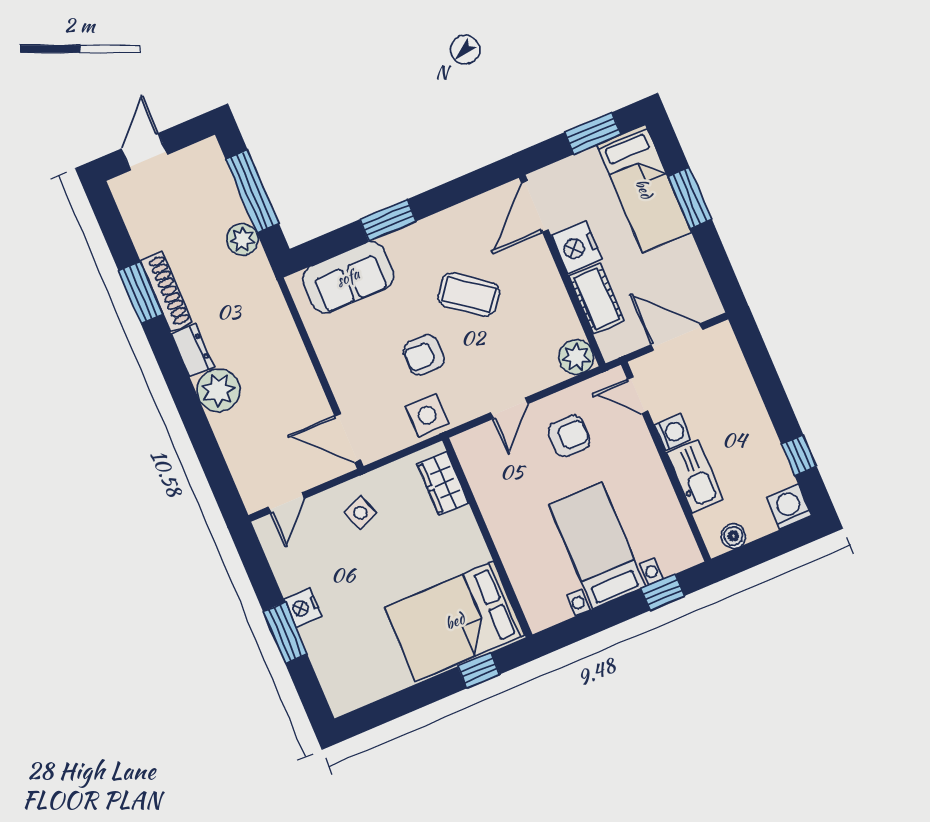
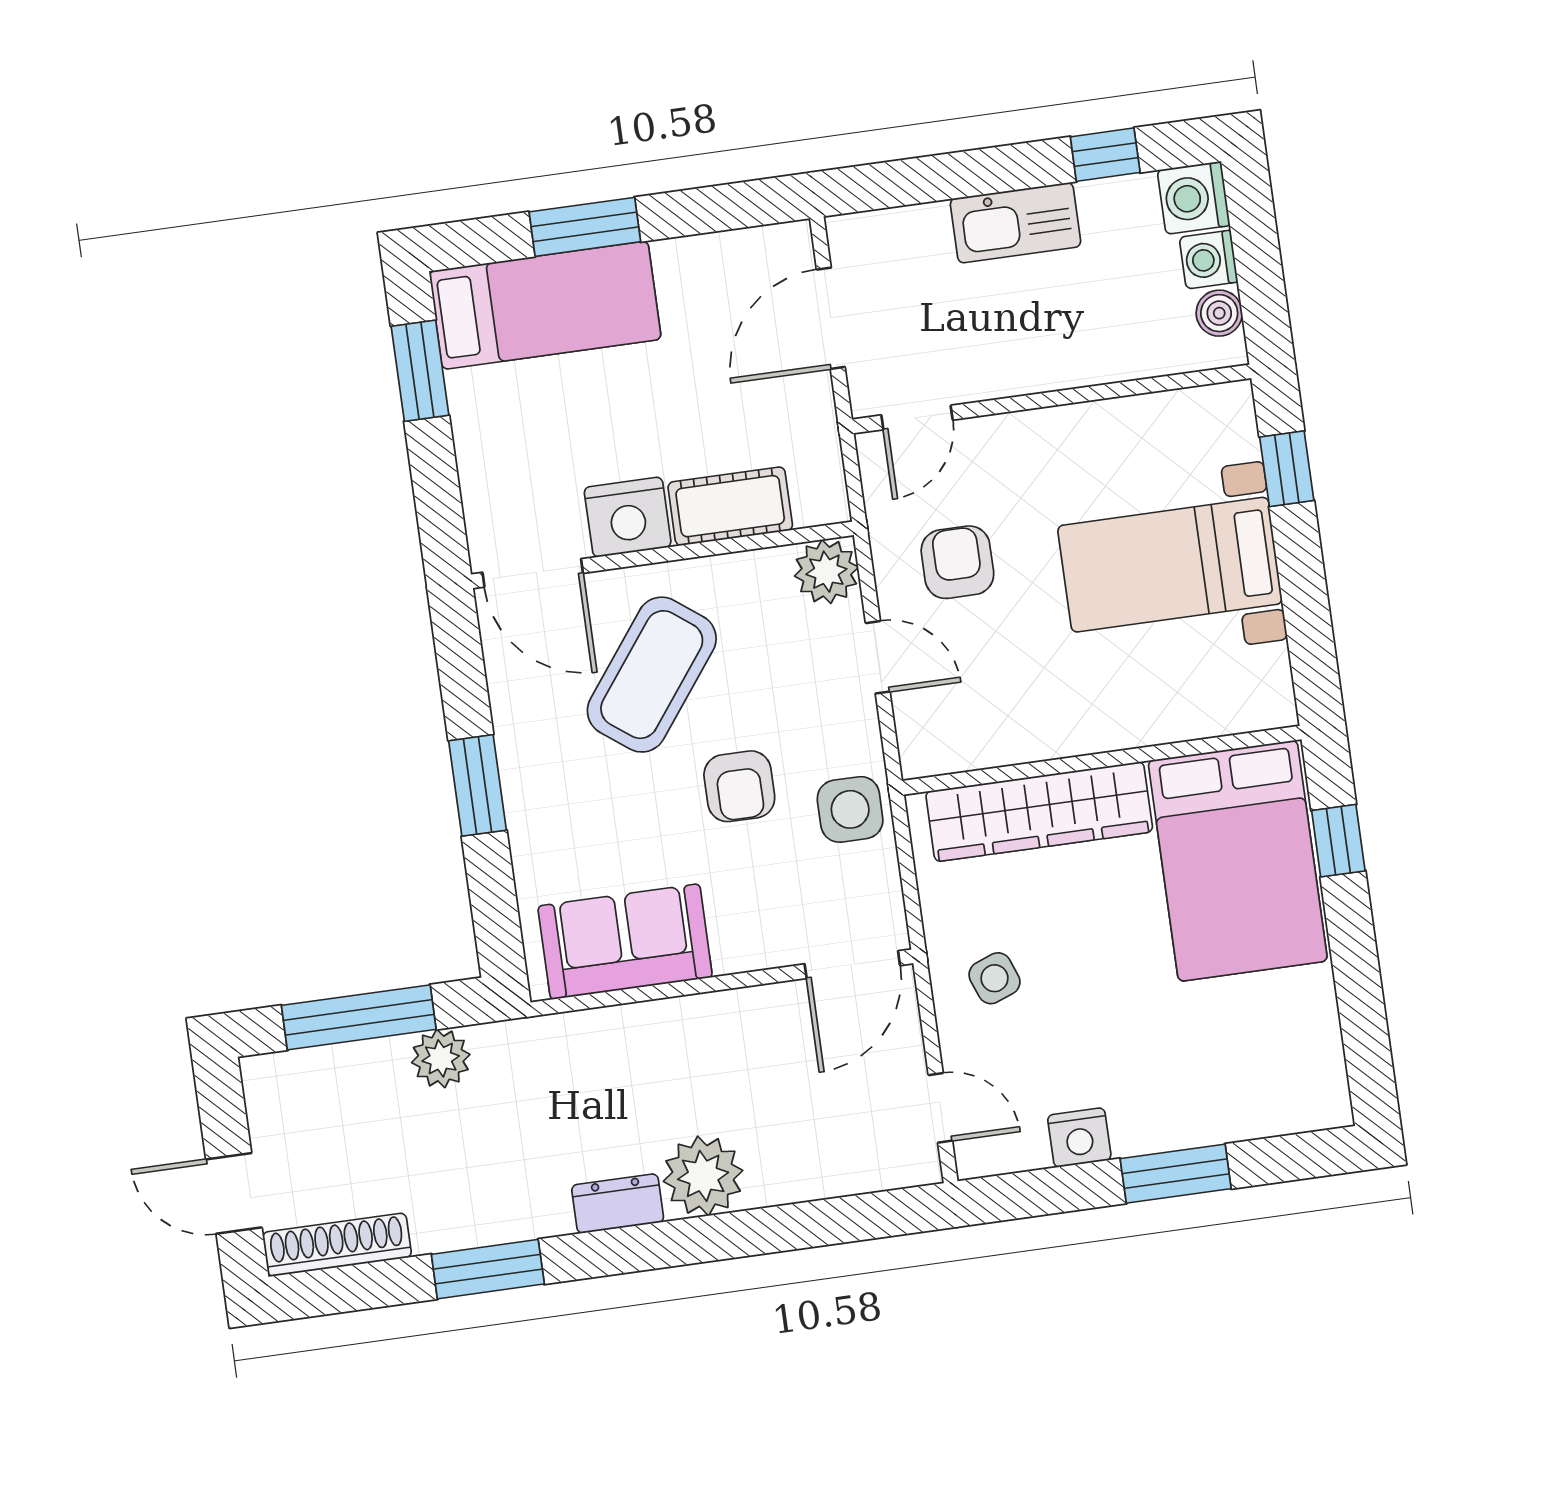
door: (535, 206) -> (533, 573), moved
nightstand: (577, 247) -> (628, 517), moved
wall: (562, 271) -> (662, 555), moved
sofa: (348, 277) -> (625, 942), moved, turned -90
shoe rack: (166, 292) -> (337, 1245), moved
coffee table: (469, 294) -> (652, 675), width x1.36, depth x1.32
cot: (597, 299) -> (730, 506), moved
plant: (576, 357) -> (826, 572), moved
washing machine: (673, 432) -> (1209, 260), moved, turned -90
kitchen sink: (695, 476) -> (1015, 223), moved, turned 180
wardrobe: (443, 483) -> (1039, 812), width x2.10, depth x1.17
nightstand: (303, 608) -> (1079, 1138), moved

